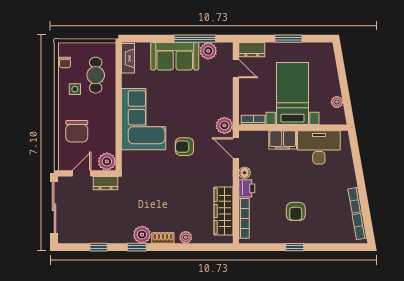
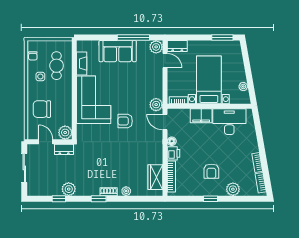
window: (288, 39) -> (222, 37), moved
plant: (208, 51) -> (156, 47), moved
fireplace: (128, 58) -> (82, 63), moved
chair: (77, 131) -> (42, 109), turned 90
door: (82, 173) -> (46, 142), hinge flipped
sliding door: (54, 207) -> (24, 168), width x0.73
wardrobe: (223, 211) -> (155, 177), width x0.67
plant: (142, 235) -> (69, 189), moved
plant: (324, 235) -> (233, 189), added
window: (137, 247) -> (99, 199), moved

